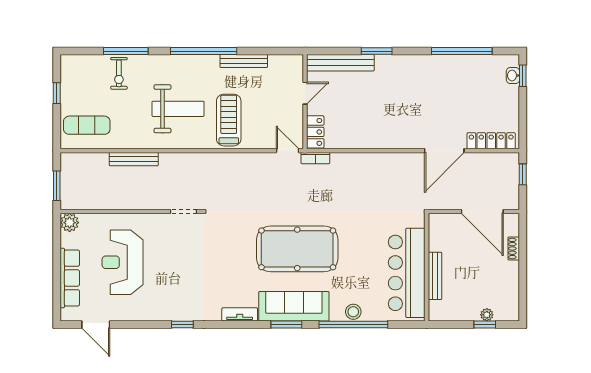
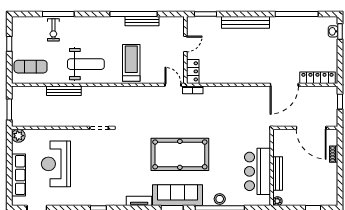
window: (204, 51) -> (133, 14), moved
window: (377, 51) -> (206, 14), moved
bench: (340, 63) -> (245, 22), moved
weight bench: (178, 109) -> (86, 64), moved
bar counter: (407, 273) -> (258, 171), width x0.73
plant: (487, 315) -> (277, 201), moved

